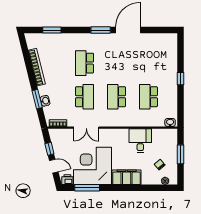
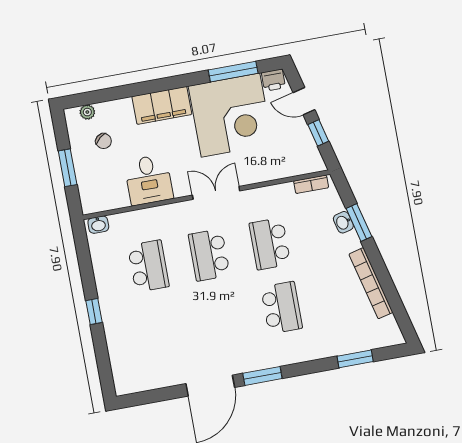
school desk: (116, 97) -> (209, 255), turned 180
double door: (86, 128) -> (216, 193), moved

